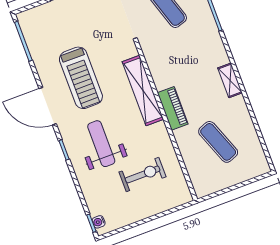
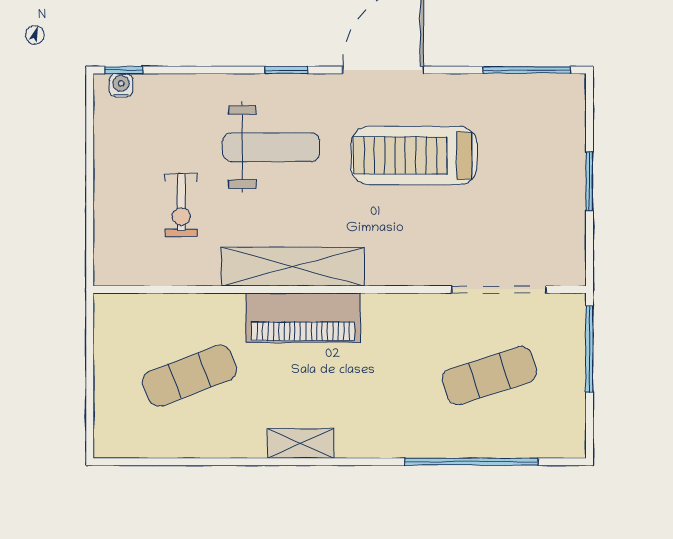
shelving: (143, 91) -> (293, 267), moved
piano: (173, 108) -> (303, 318), width x1.37, depth x1.33
exercise bike: (143, 174) -> (181, 205), width x0.73, depth x0.72

